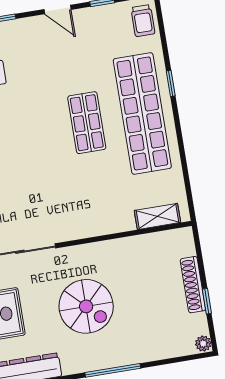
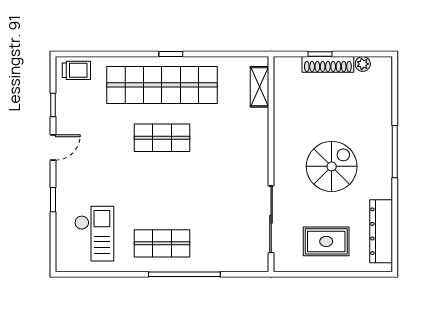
window: (171, 83) -> (171, 54), moved
window: (207, 301) -> (320, 54), moved
plant: (203, 344) -> (363, 64), moved

